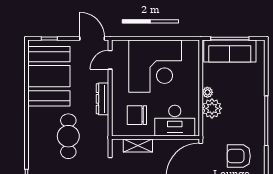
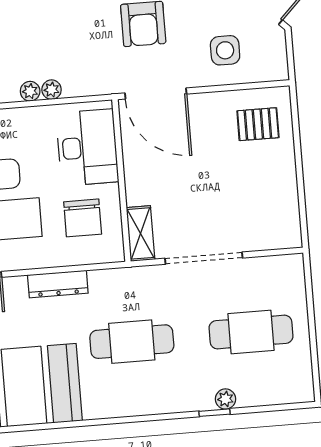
plant: (212, 108) -> (52, 90), width x0.53, depth x0.53
shelving: (138, 146) -> (140, 233), moved

